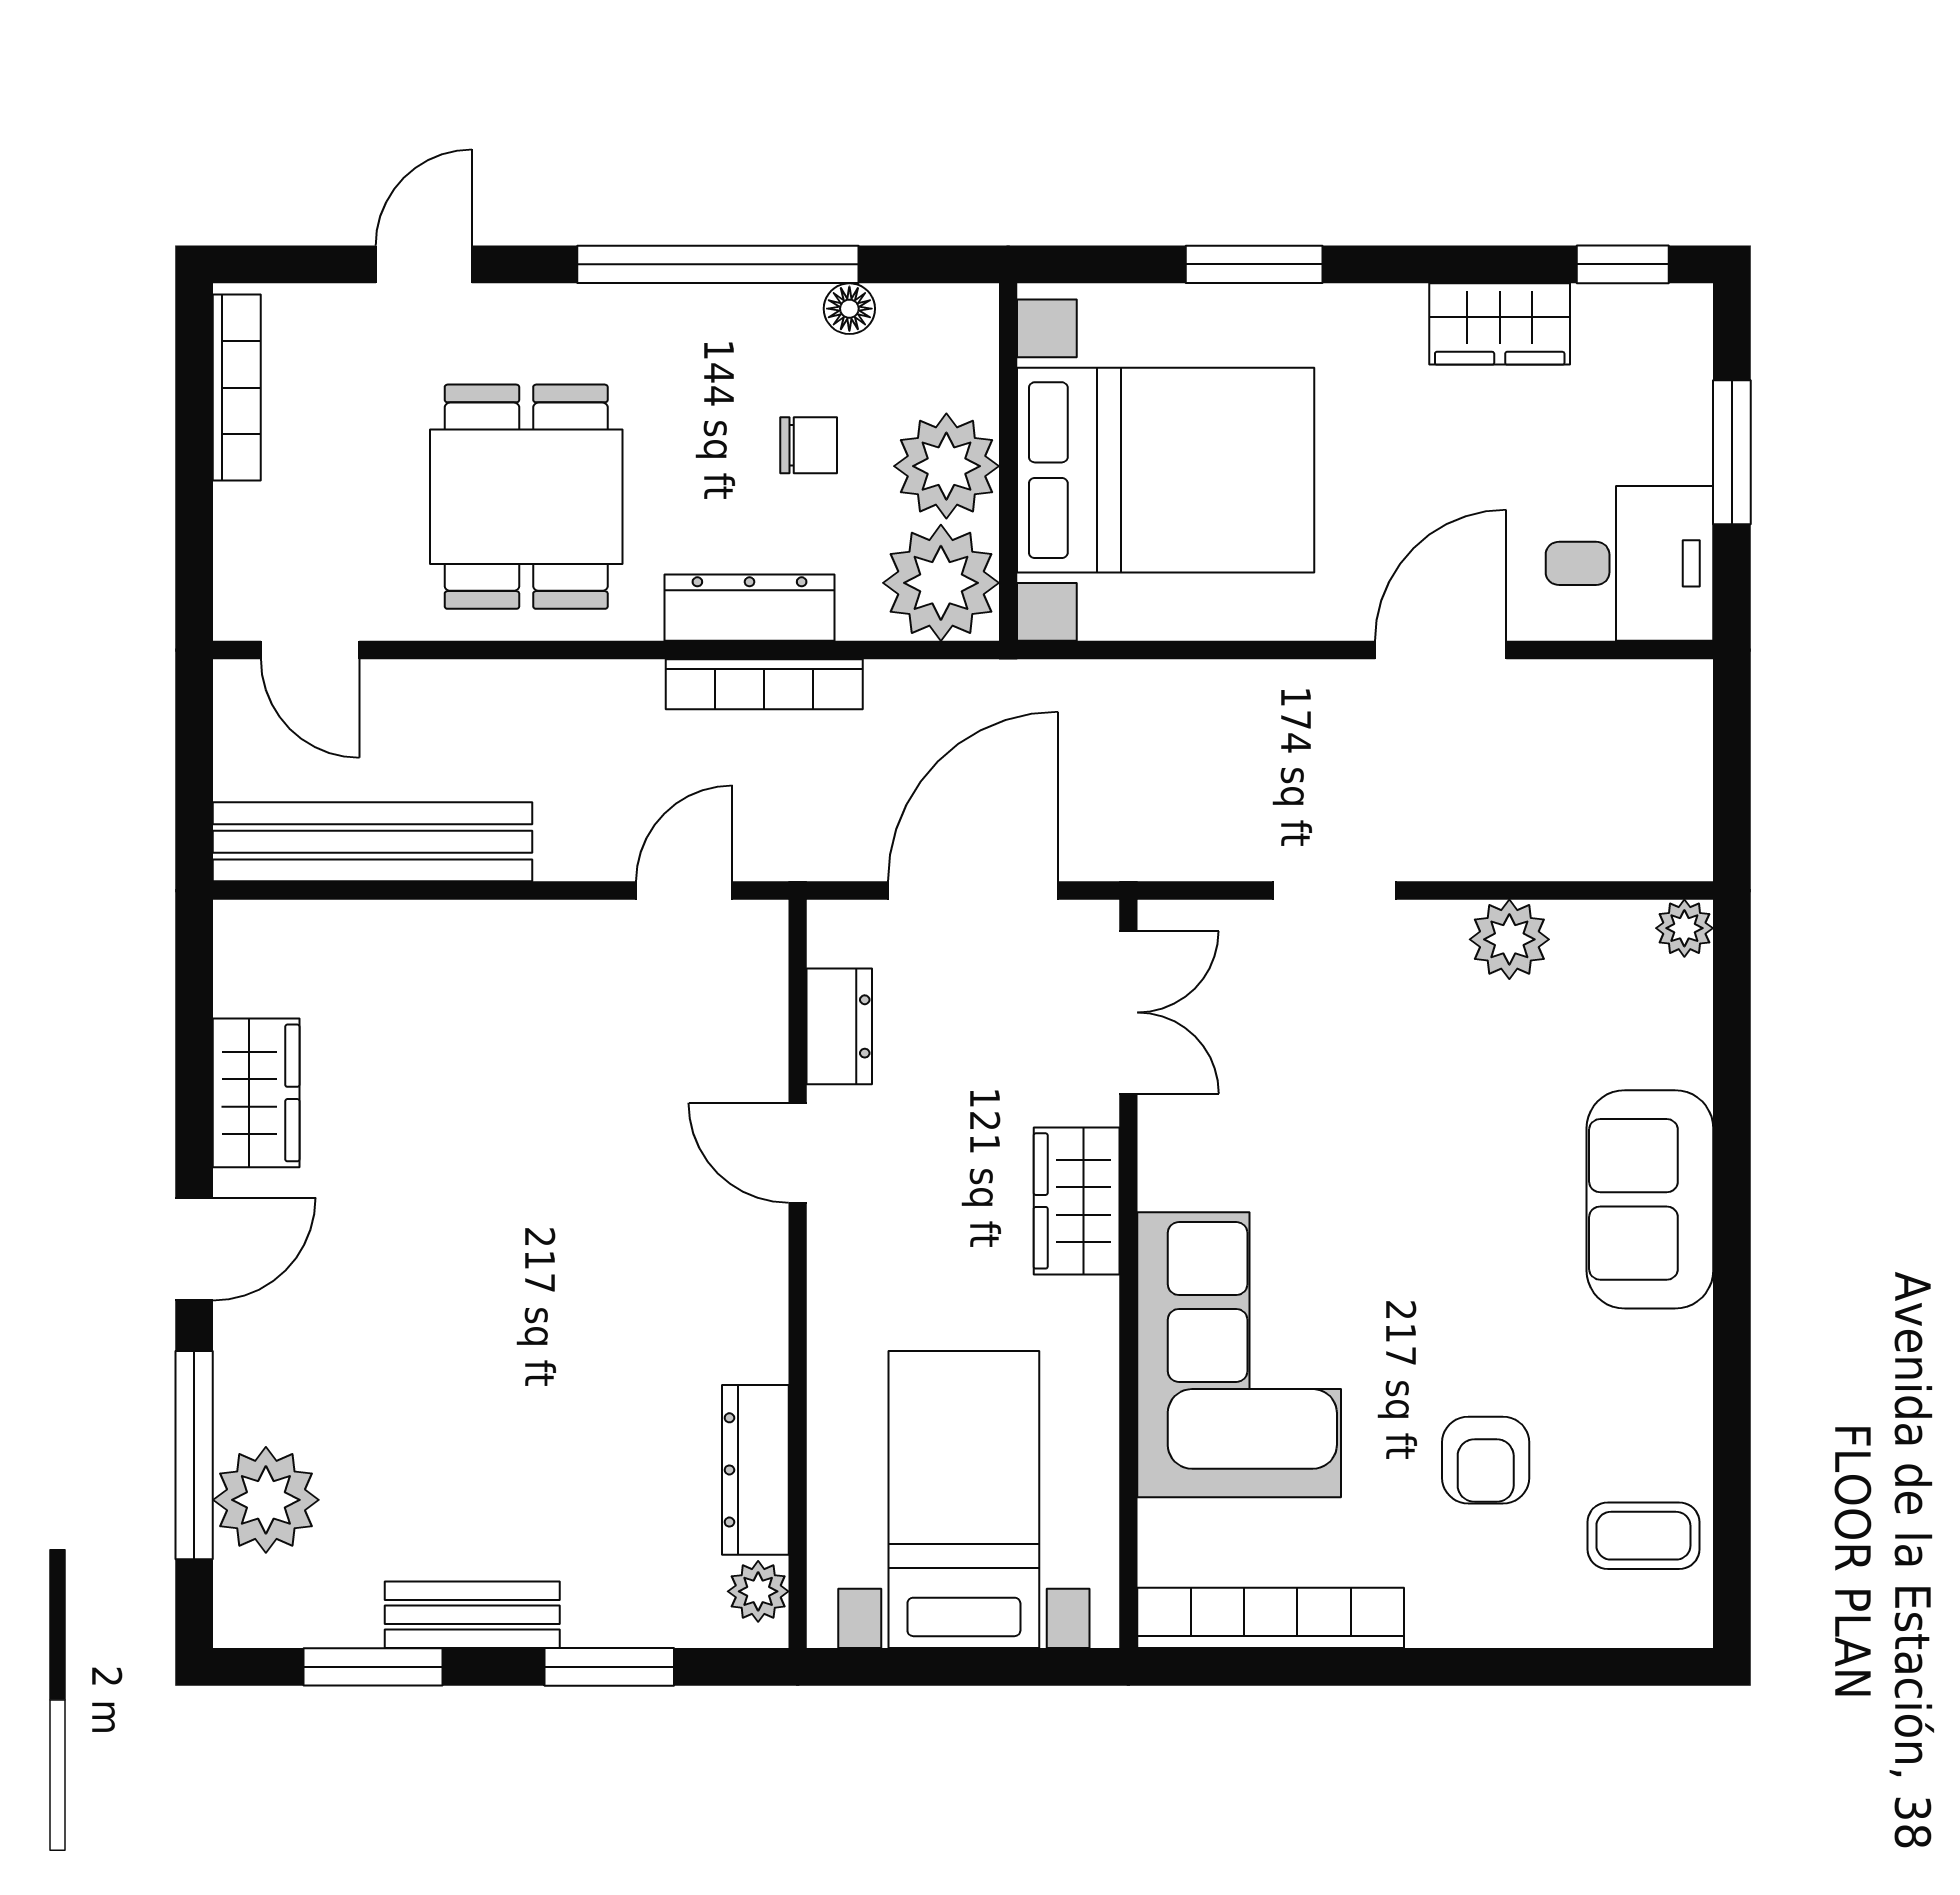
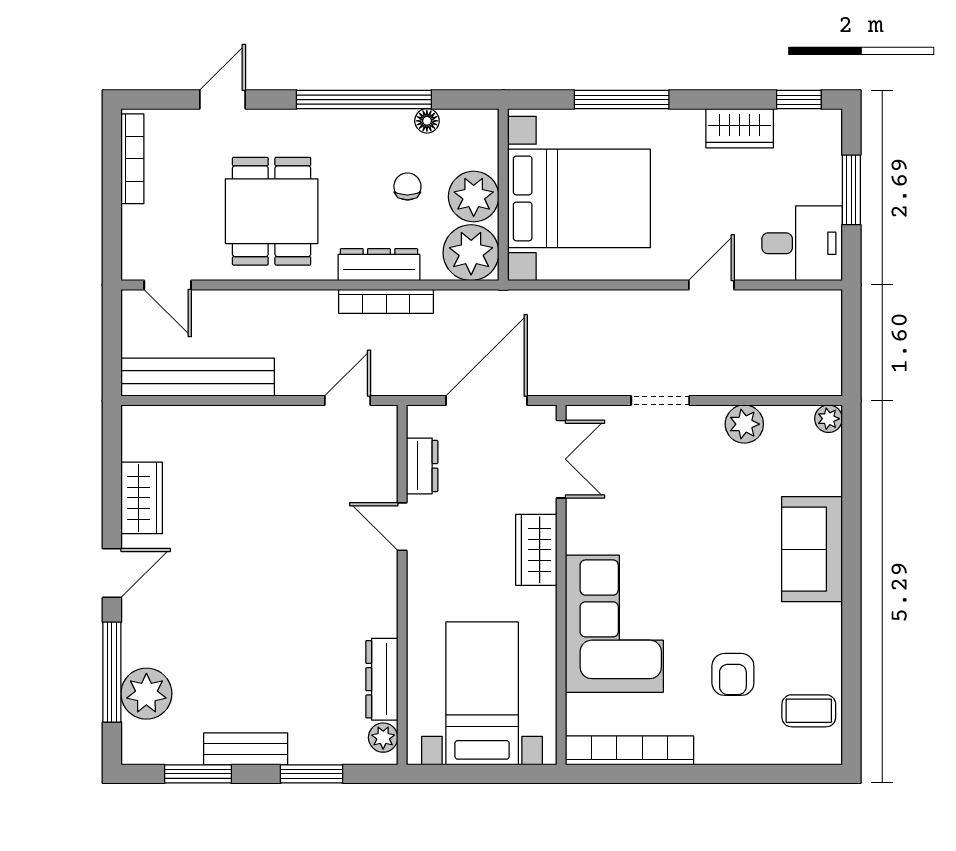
window: (1254, 264) -> (622, 100), width x1.44
chair: (809, 445) -> (407, 186), turned -90
door: (1441, 650) -> (711, 285), width x0.73

